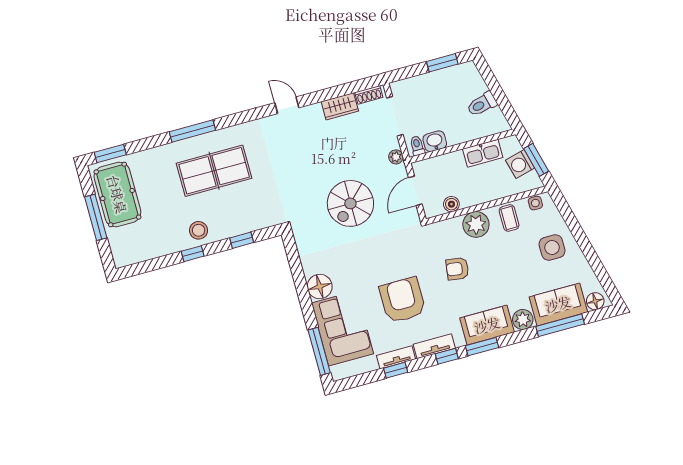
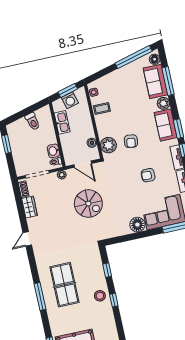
plant: (476, 224) -> (108, 145), moved
side table: (552, 247) -> (121, 84), removed
window: (597, 266) -> (134, 57), added
armchair: (402, 300) -> (148, 175), width x0.53, depth x0.53

